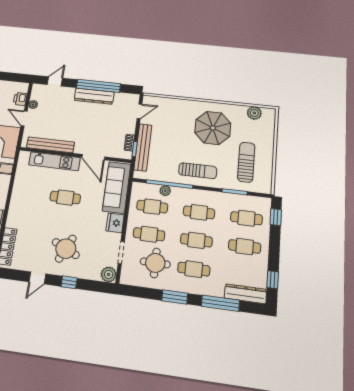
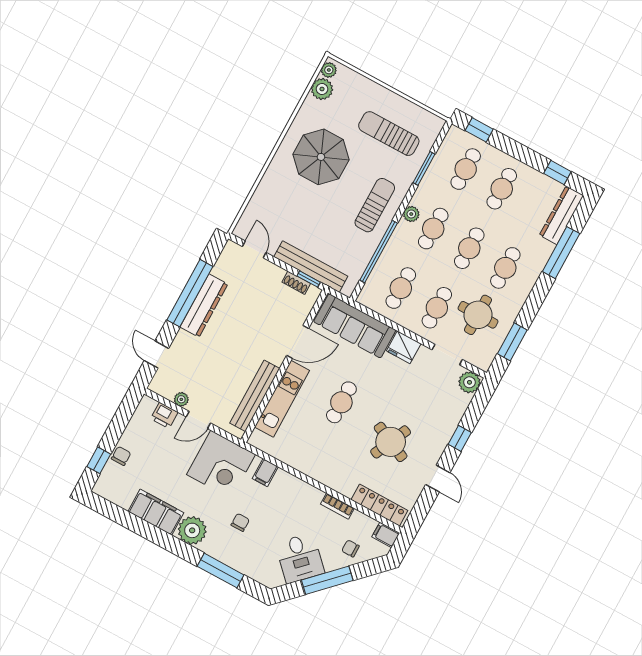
plant: (268, 112) -> (329, 70), added
plant: (165, 191) -> (411, 214), moved
round table: (66, 249) -> (391, 442), moved
window: (175, 297) -> (512, 342), moved

